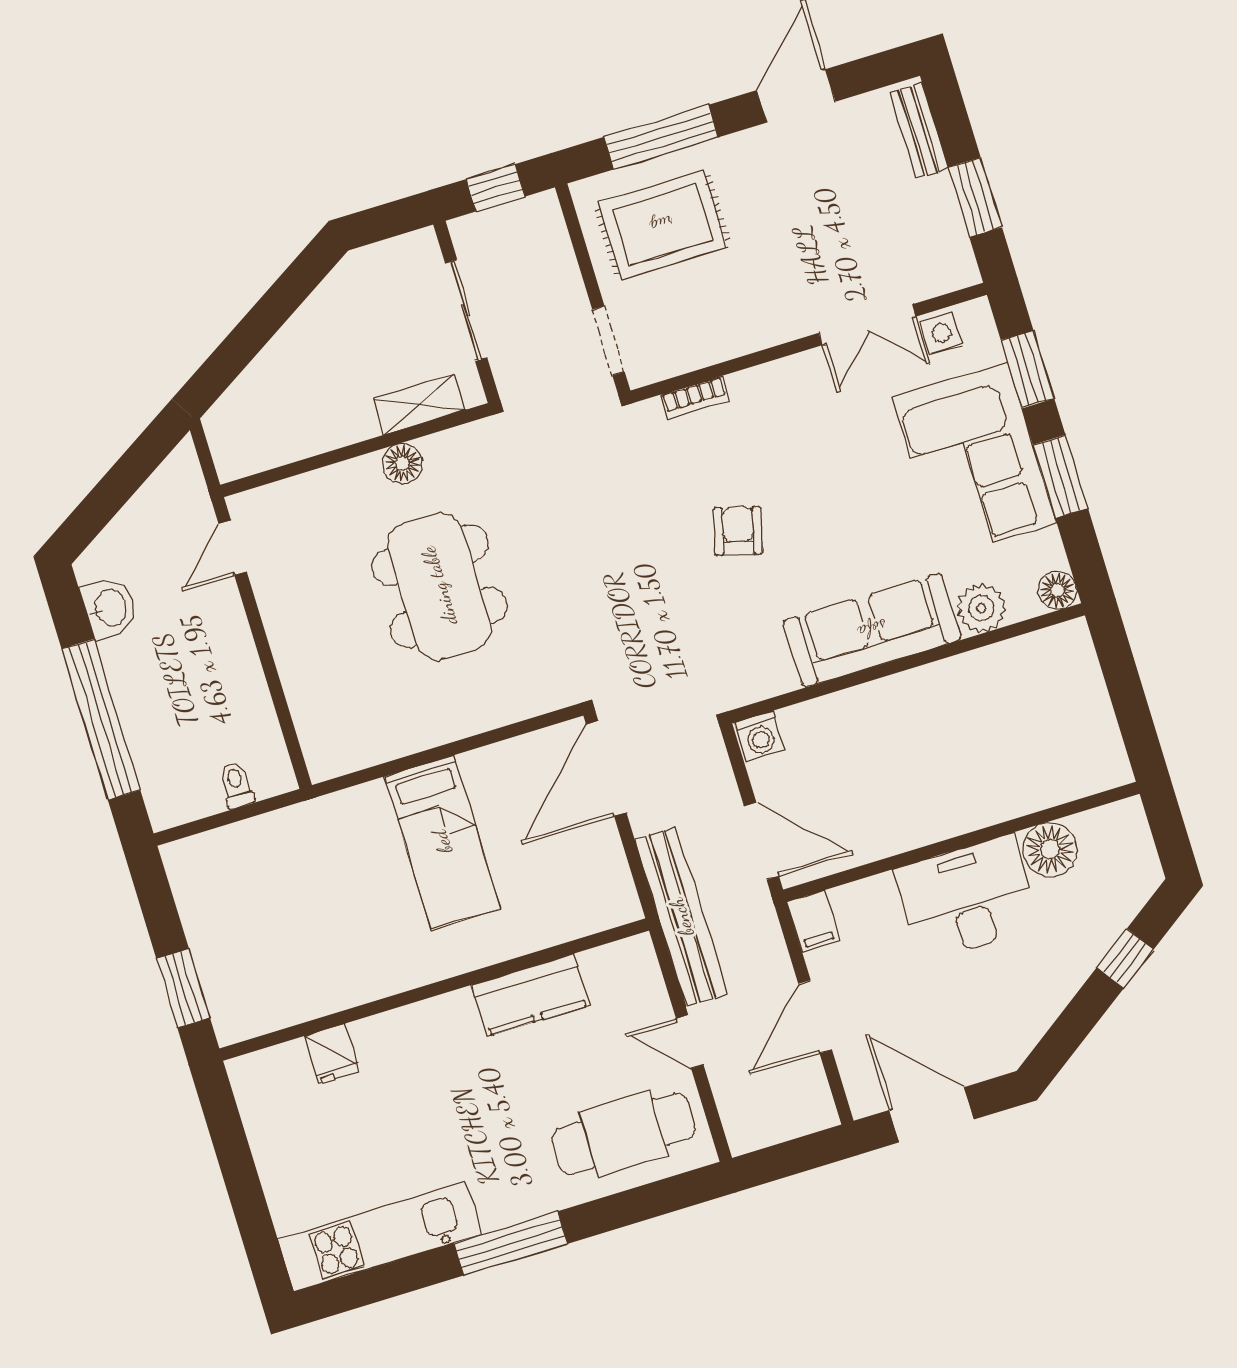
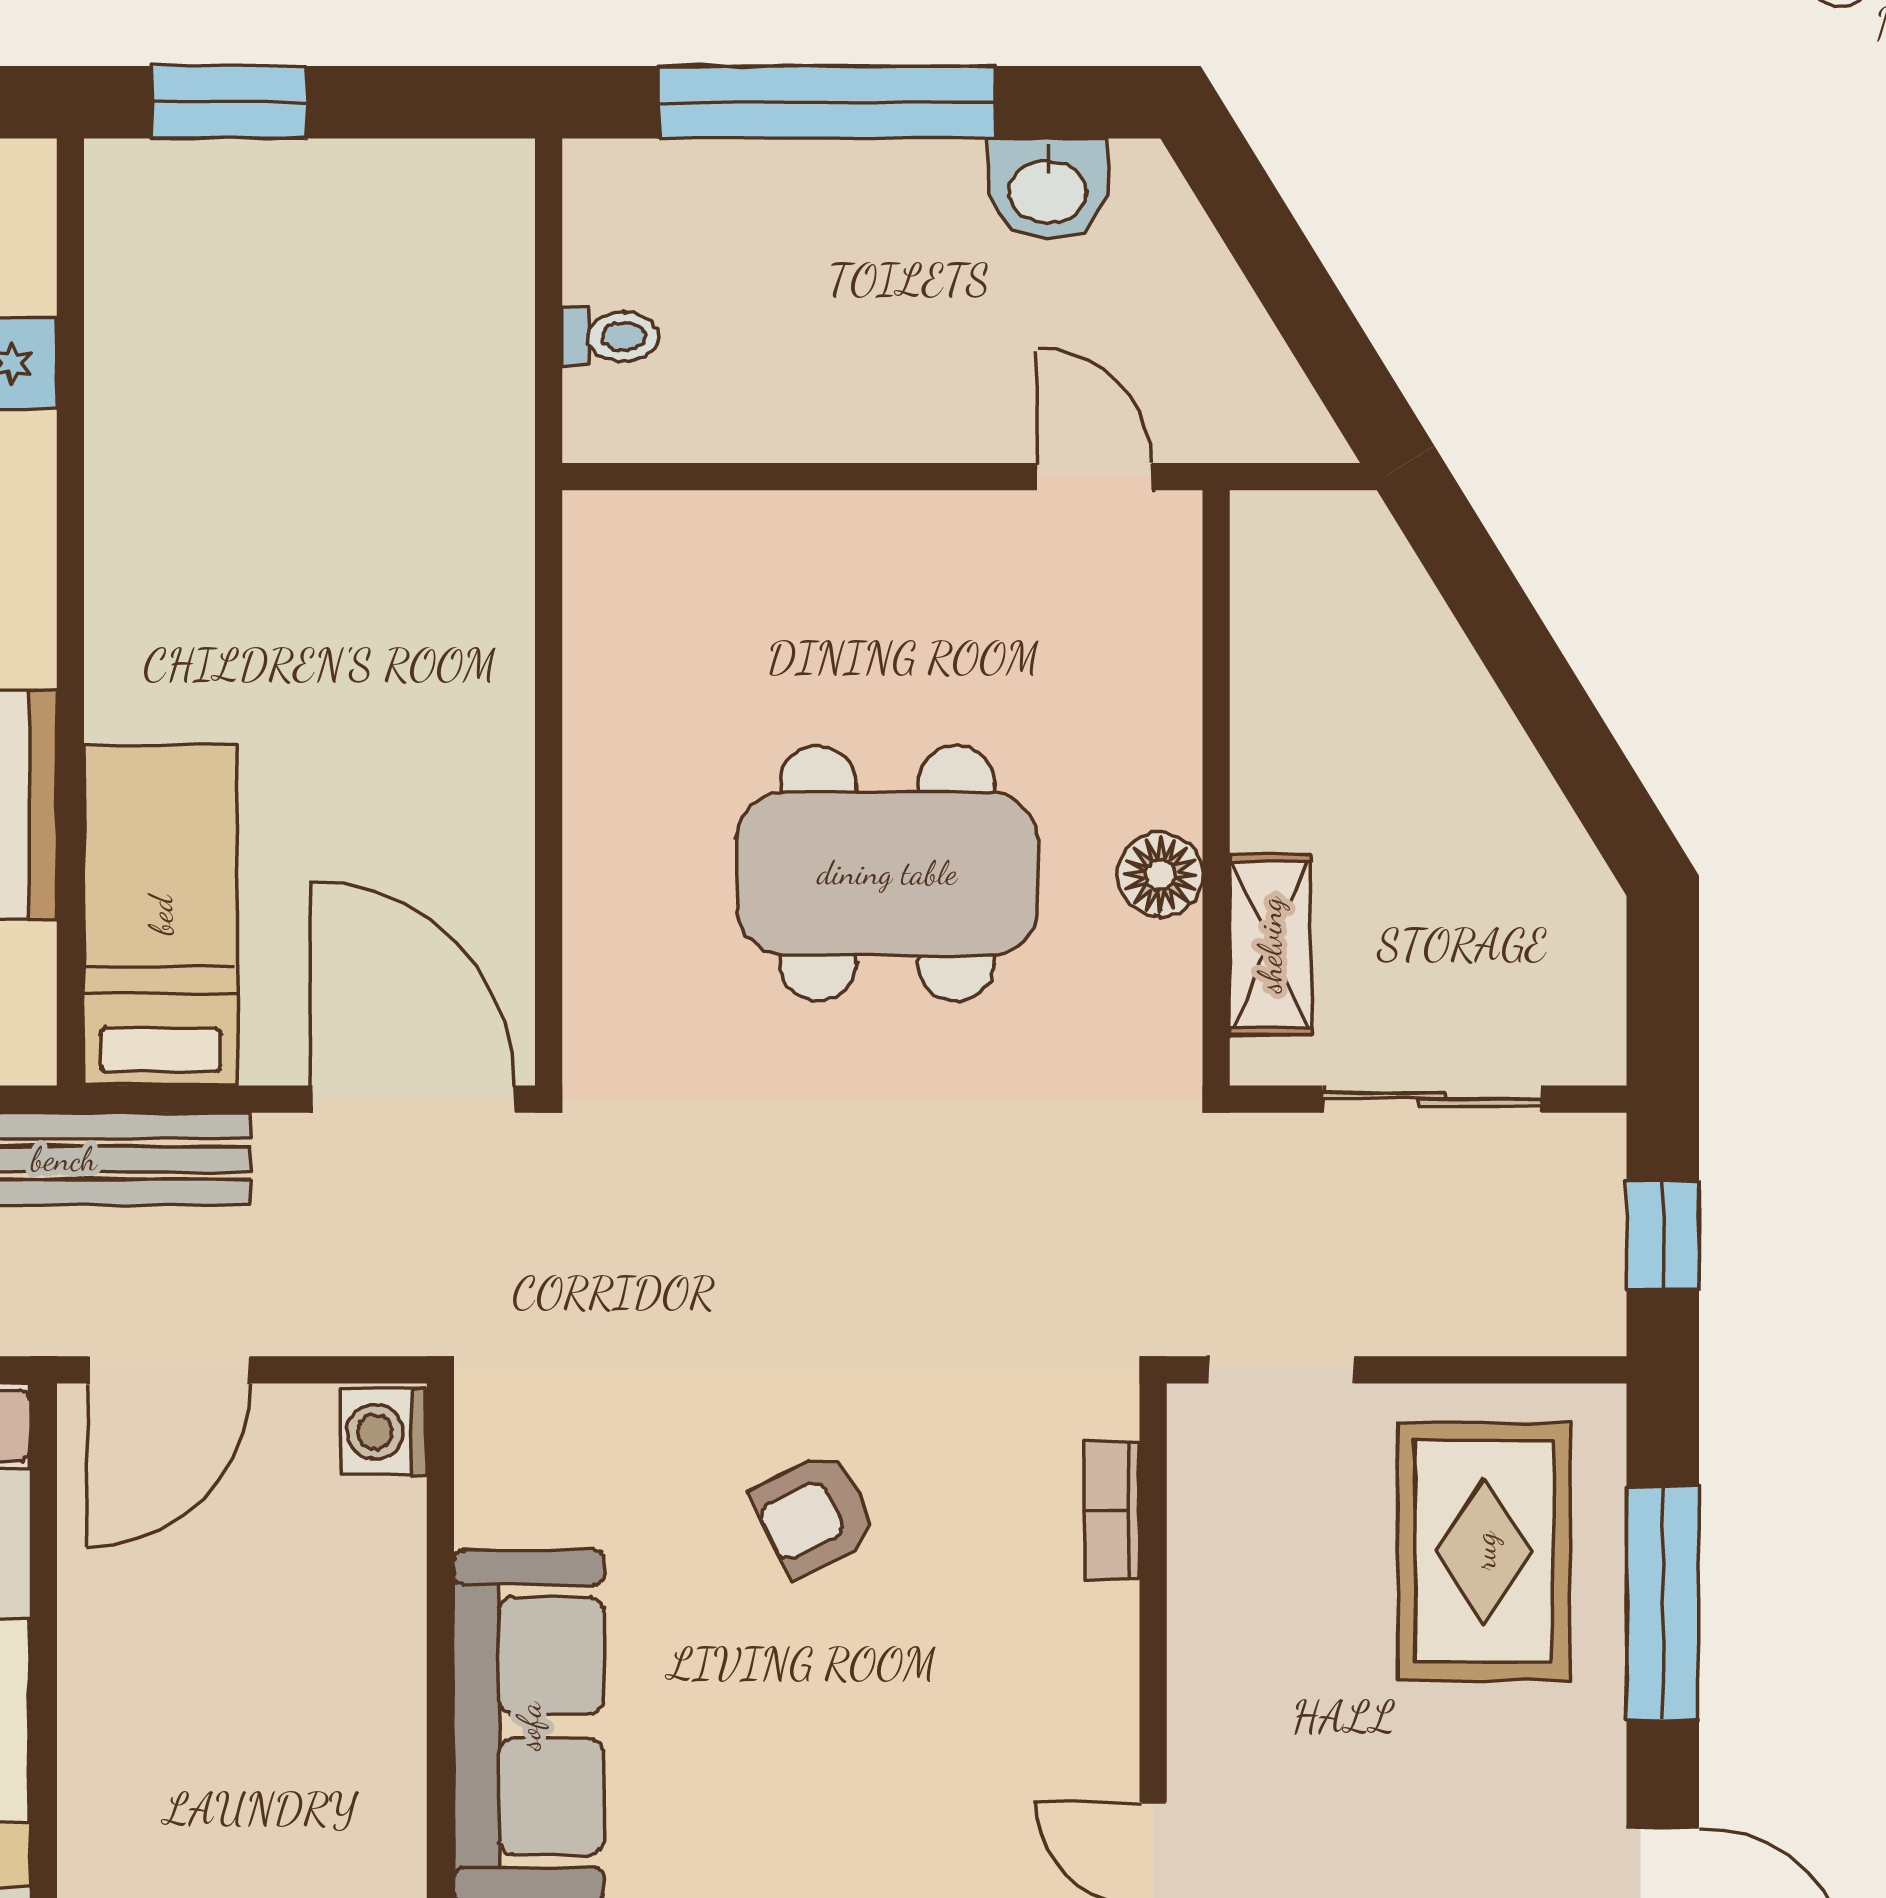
armchair: (738, 531) -> (814, 1515), turned 138
bed: (442, 842) -> (161, 915), moved, turned 90

